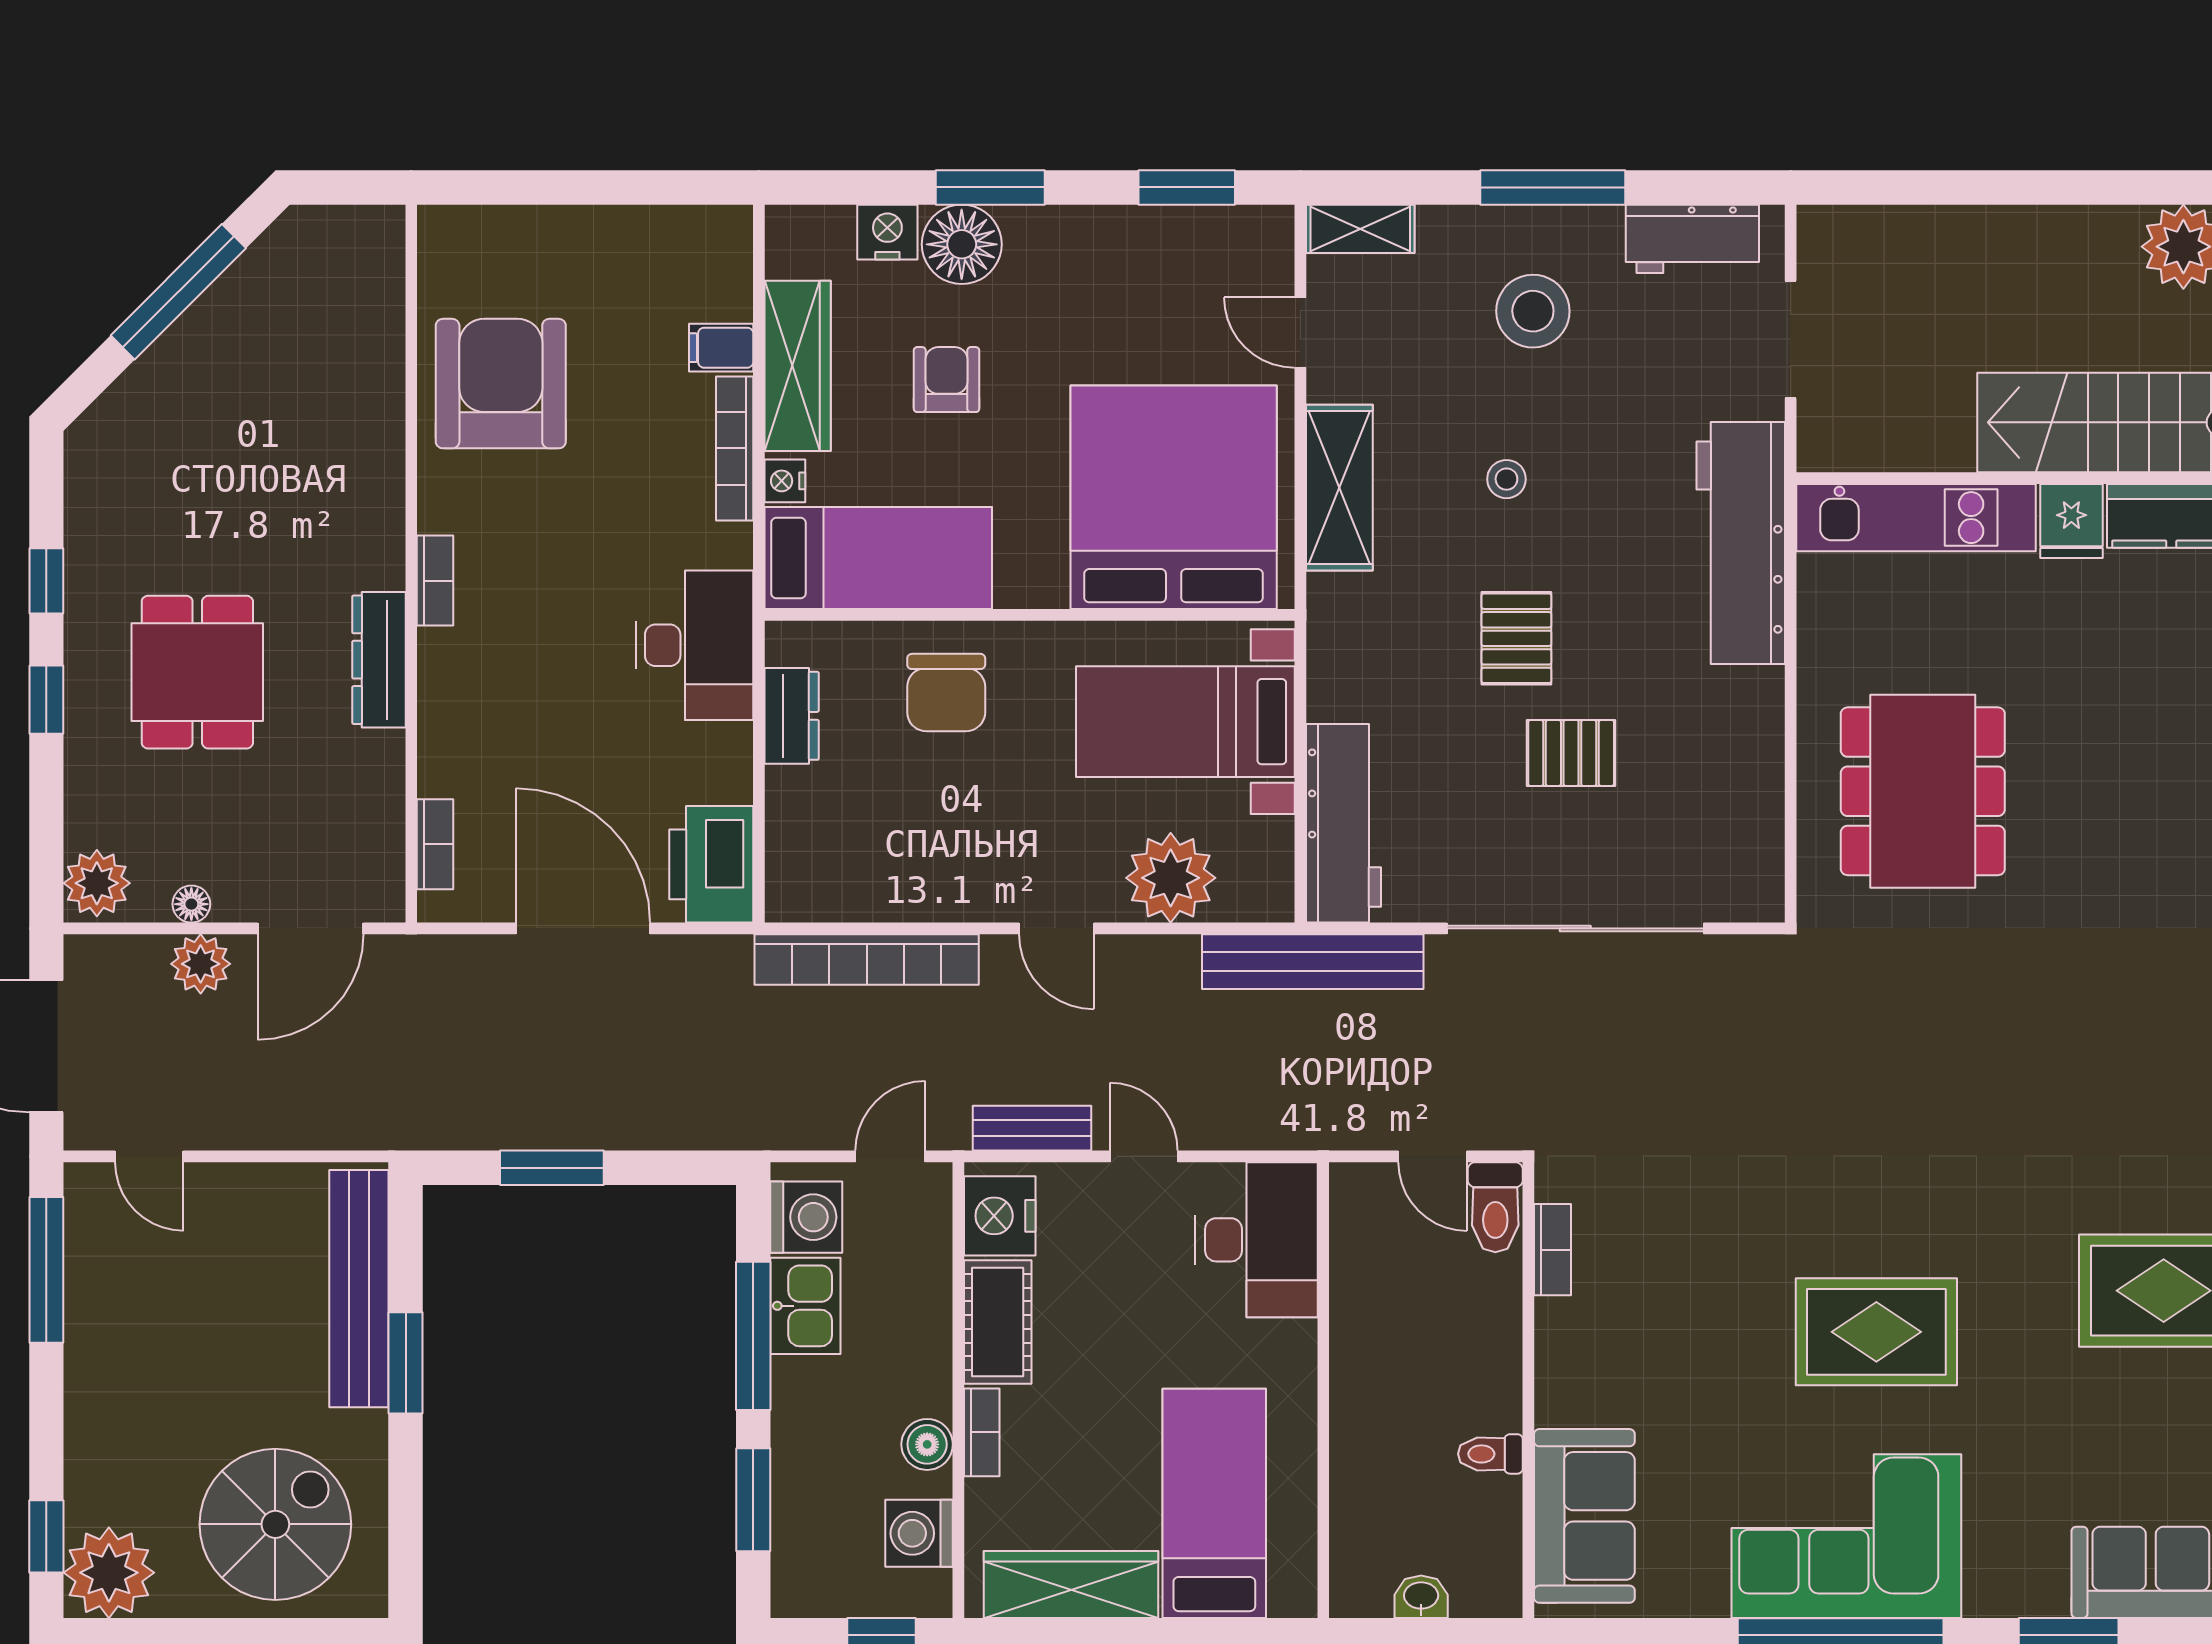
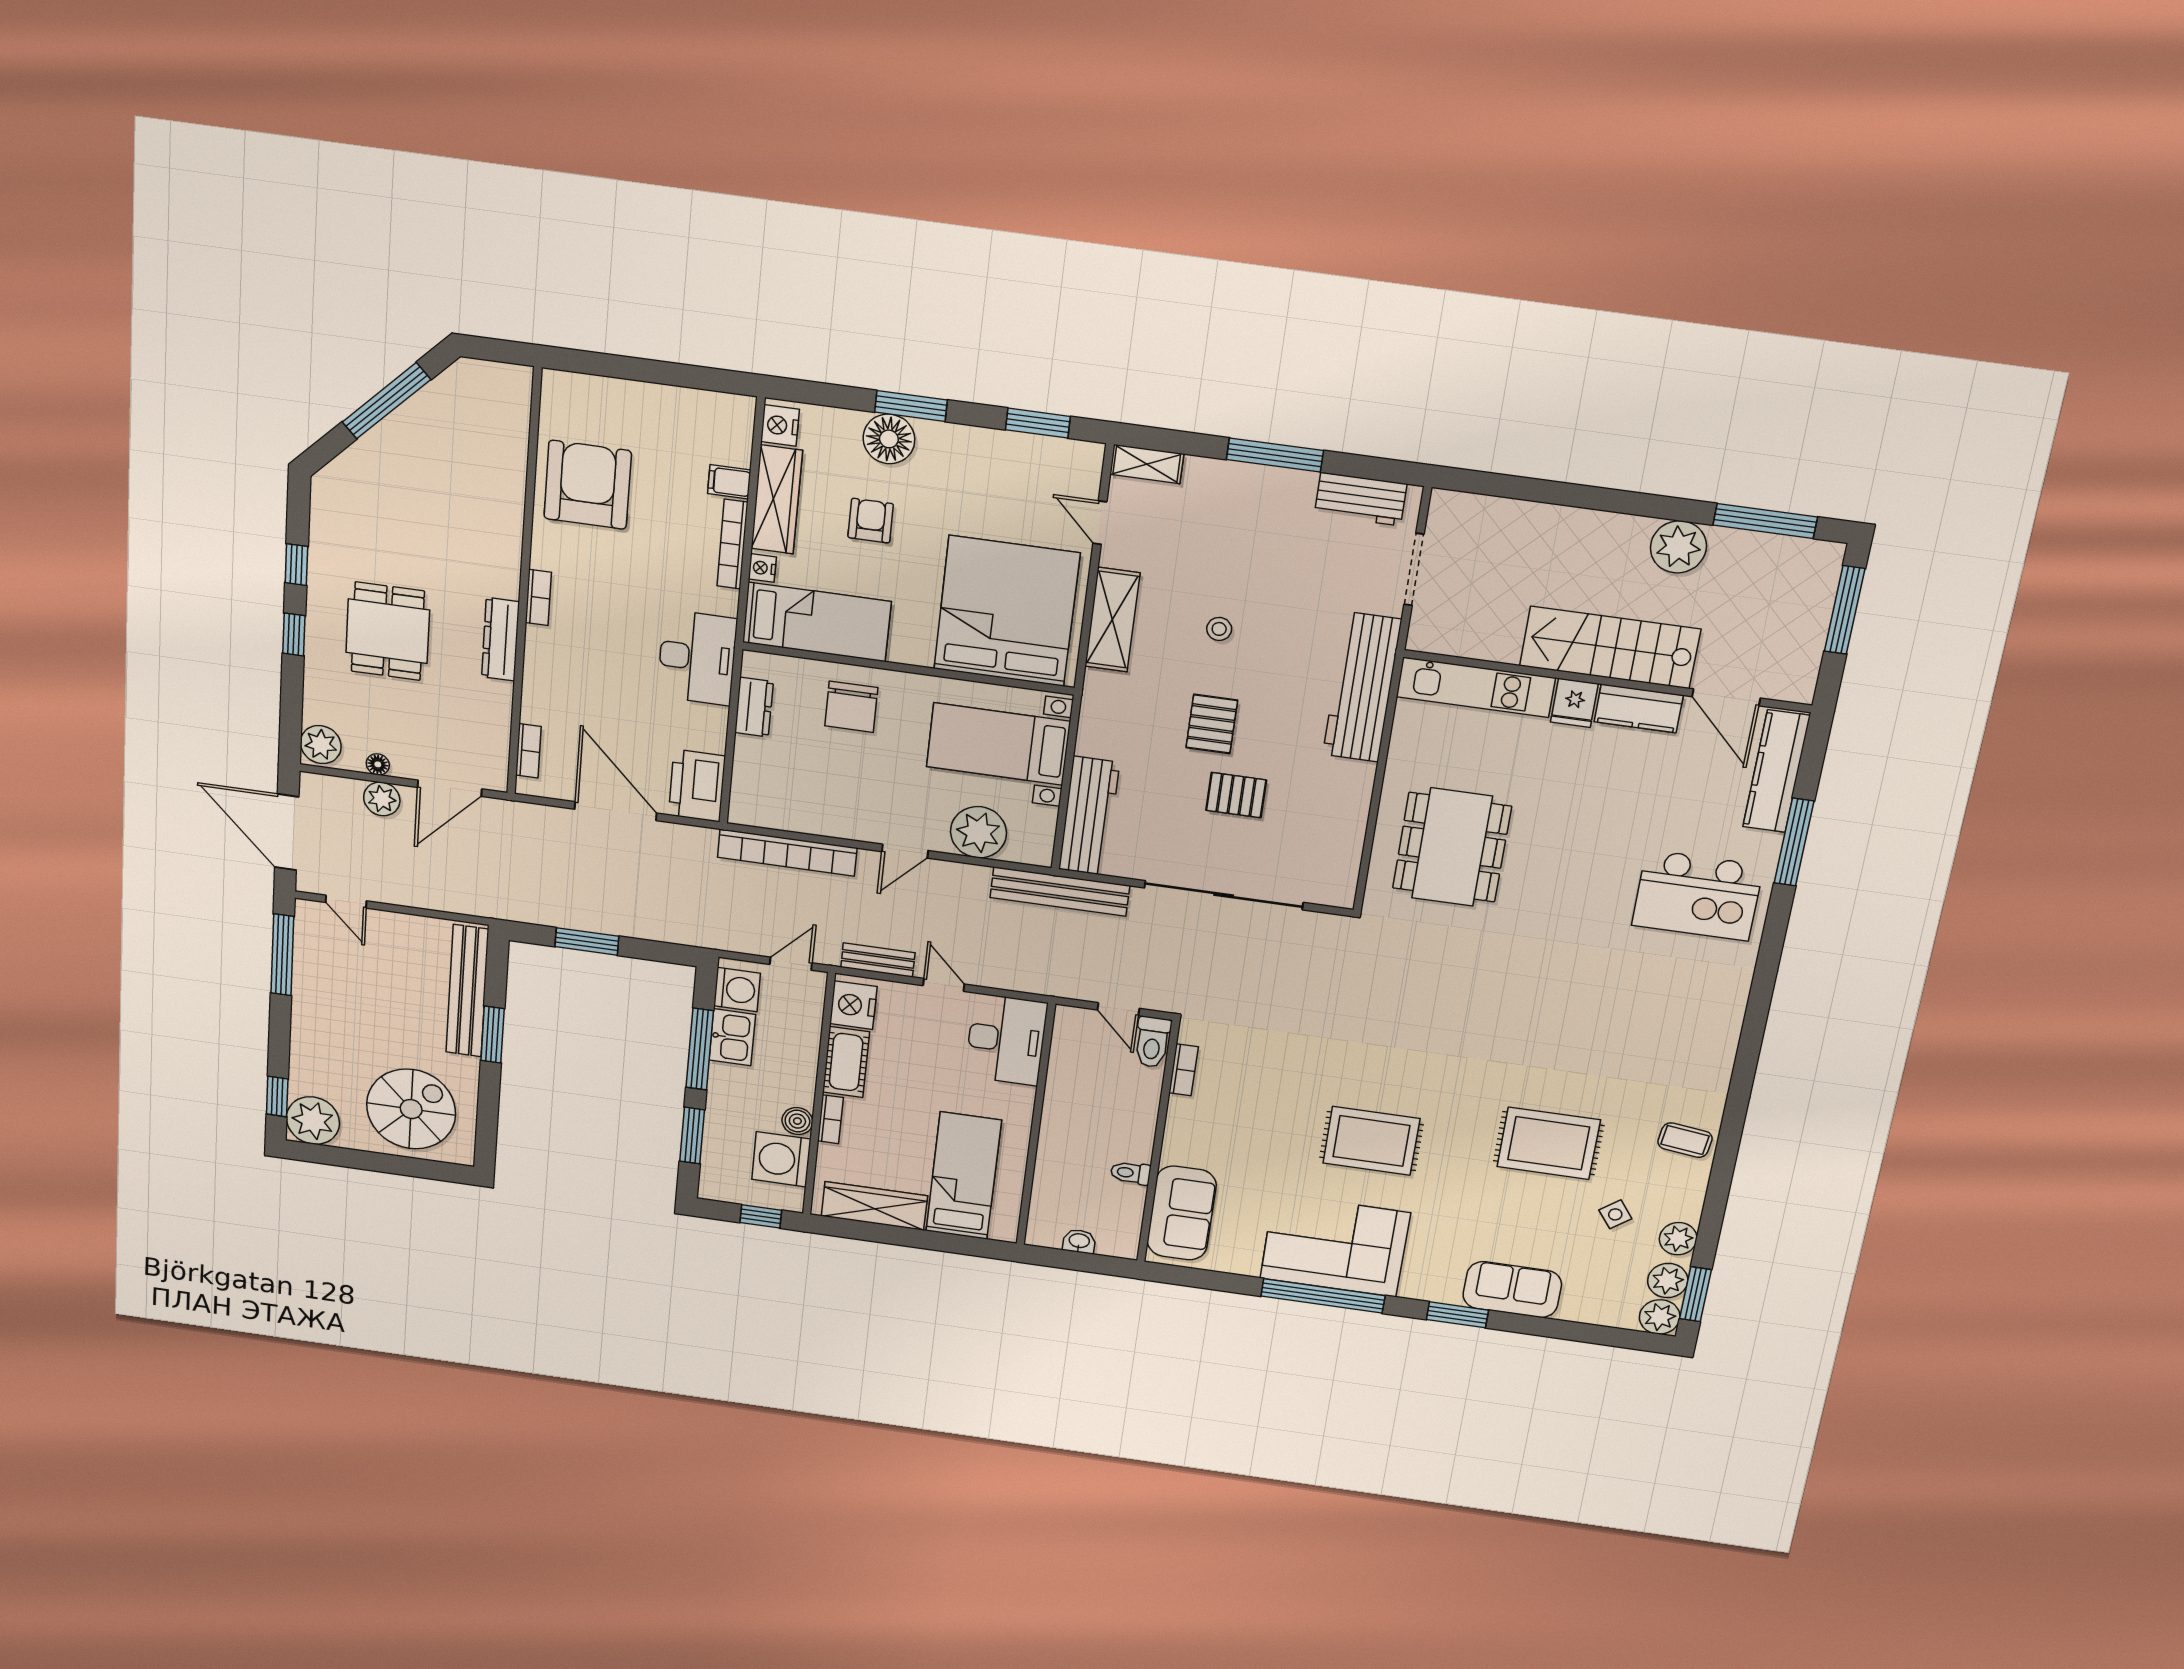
nightstand: (887, 232) -> (780, 425), moved, turned -90
stool: (1533, 311) -> (1251, 530), removed
door: (1056, 928) -> (905, 851), hinge flipped
washing machine: (919, 1533) -> (781, 1159), width x1.37, depth x1.37

